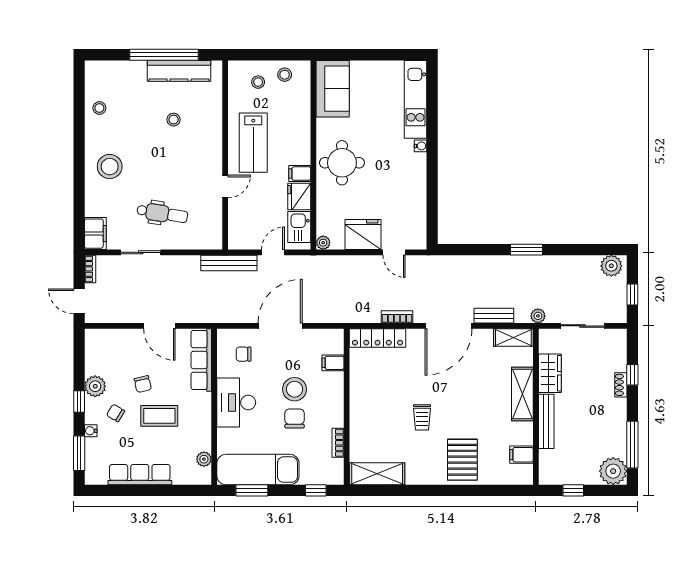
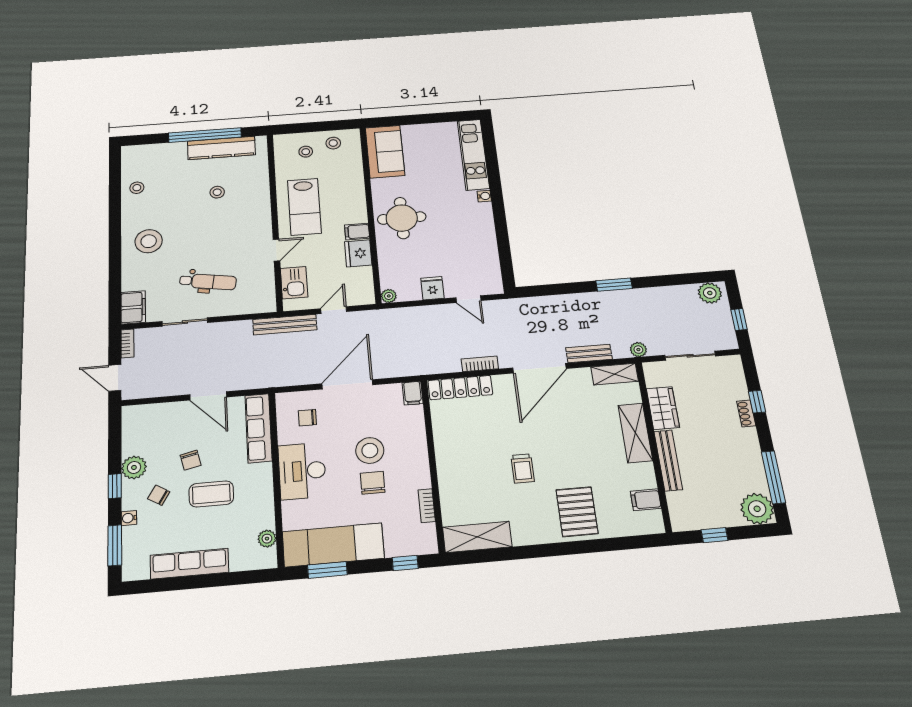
kitchen sink: (299, 227) -> (294, 283), moved, turned 180
fridge: (363, 235) -> (432, 288), width x0.53, depth x0.75
filing cabinet: (333, 363) -> (413, 393), moved, turned -90

